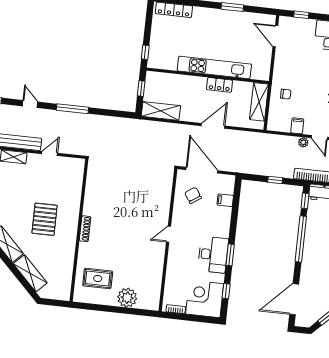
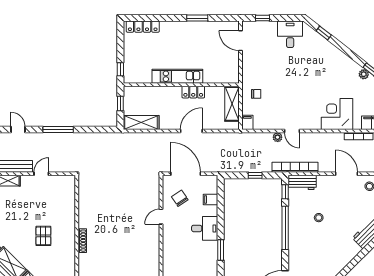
kitchen unit: (214, 67) -> (177, 76), width x0.73
filing cabinet: (297, 126) -> (247, 122), moved
pallet: (45, 219) -> (43, 236), width x0.67, depth x0.71
door: (169, 234) -> (161, 217), moved
desk: (213, 255) -> (205, 228), moved, width x0.73

